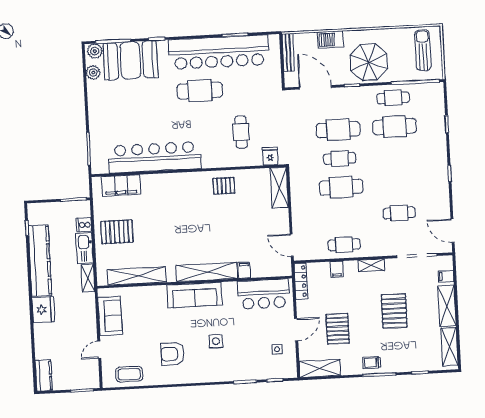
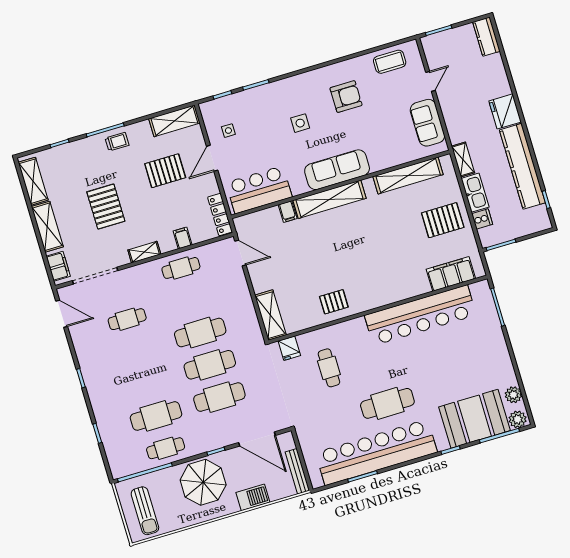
cafe table: (340, 158) -> (210, 365), width x1.37, depth x1.35
filing cabinet: (446, 276) -> (58, 266), width x2.00
pallet: (338, 329) -> (165, 171), turned 90

